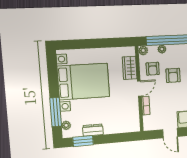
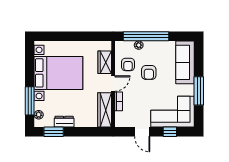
plant: (143, 50) -> (119, 46), removed
wardrobe: (133, 115) -> (105, 110), added

